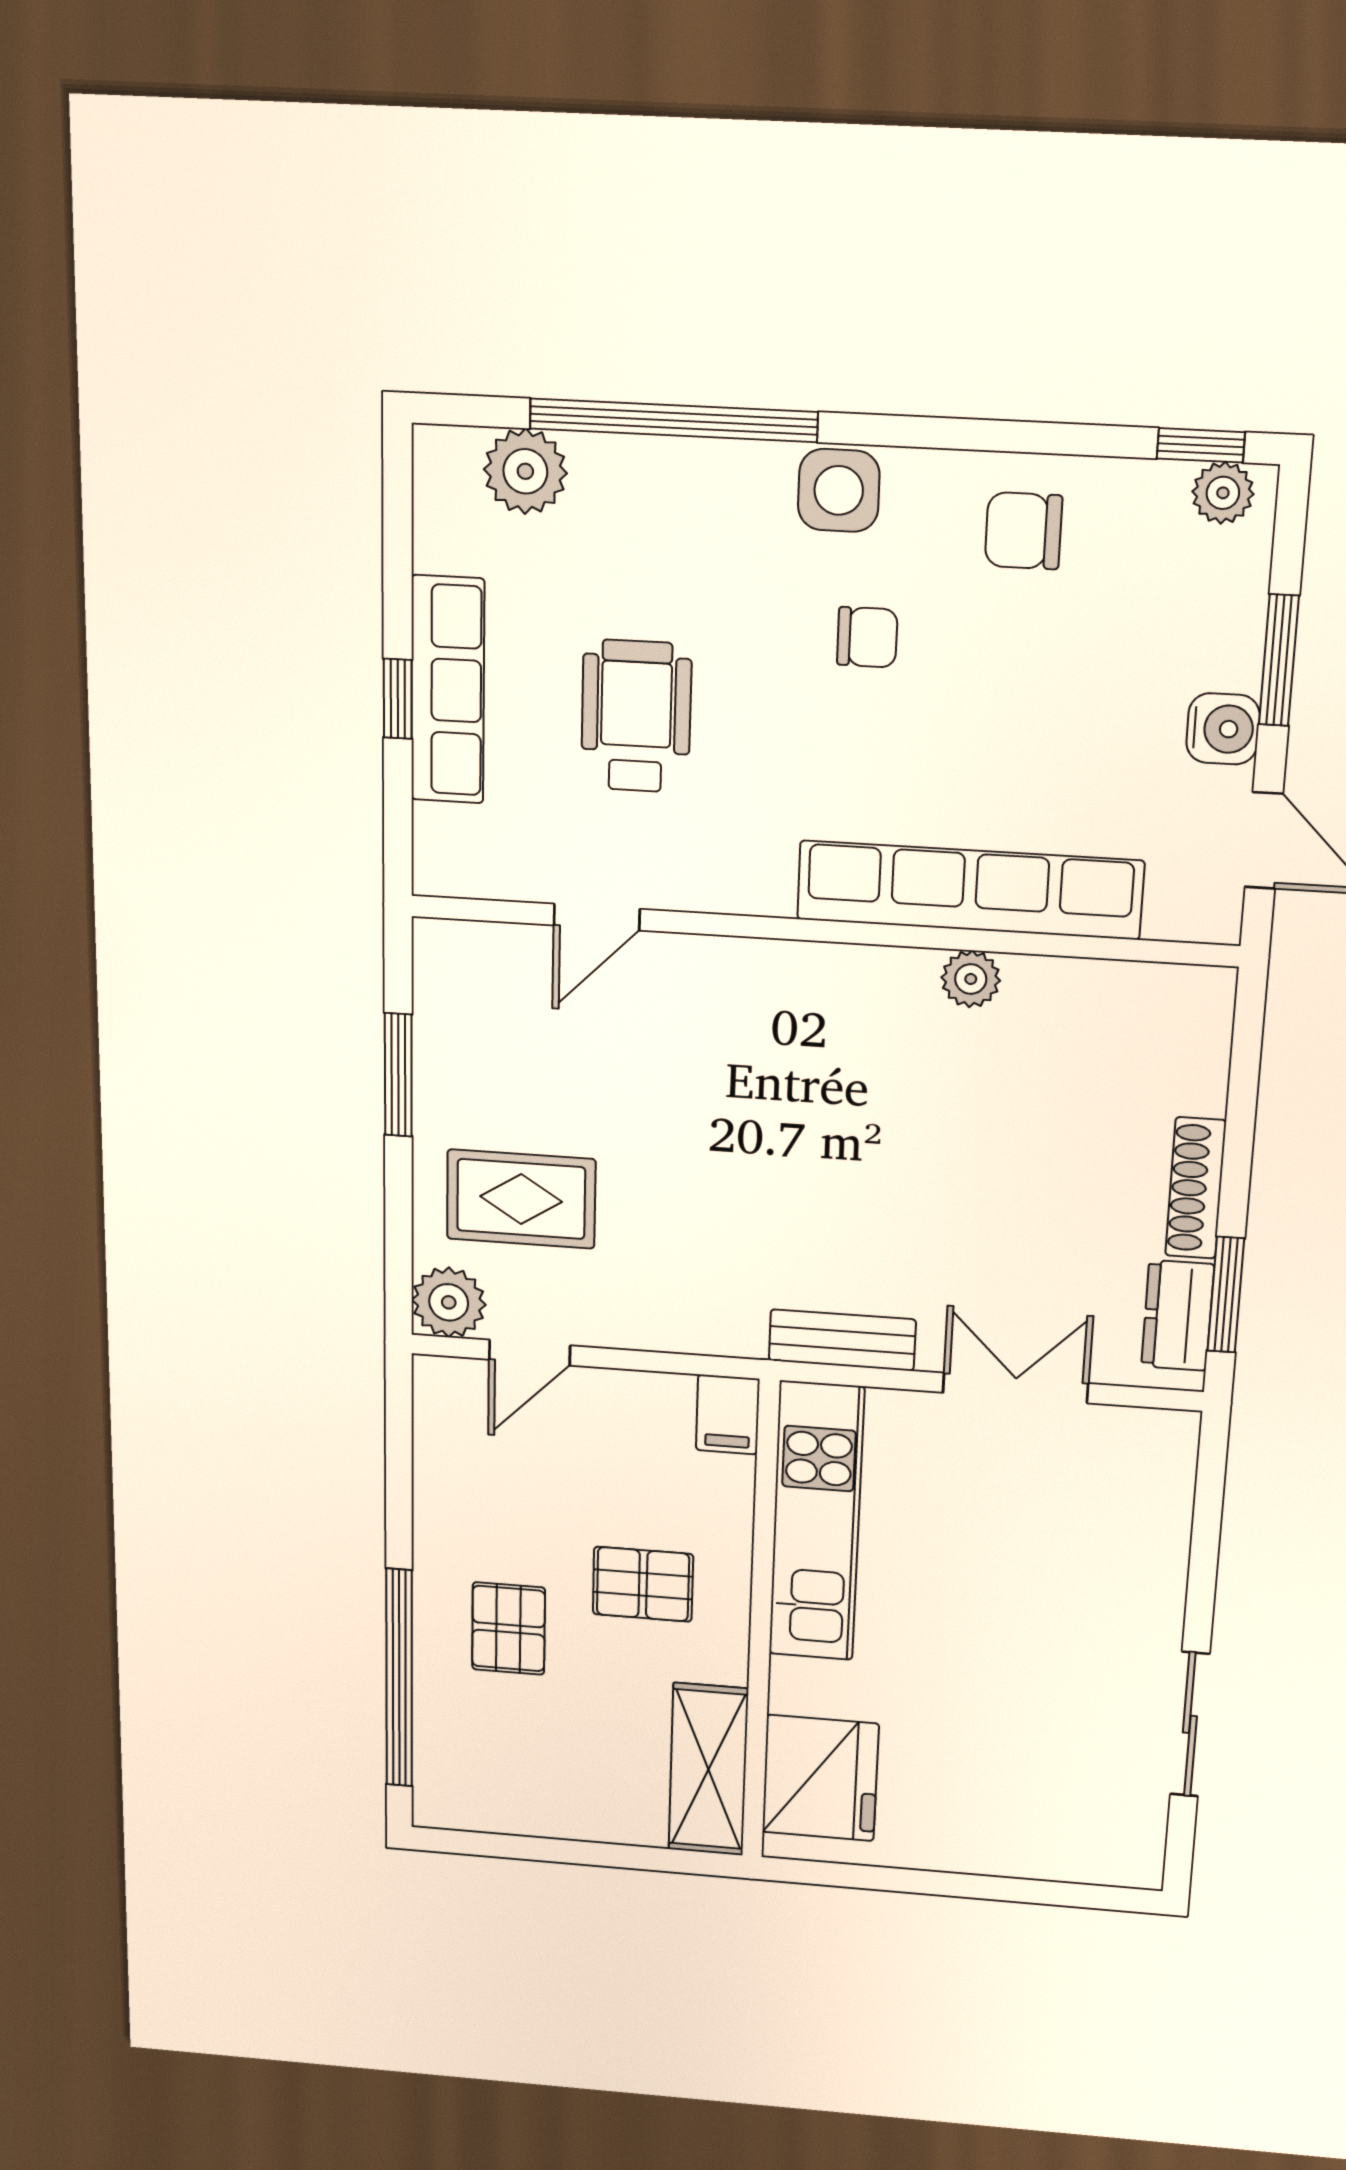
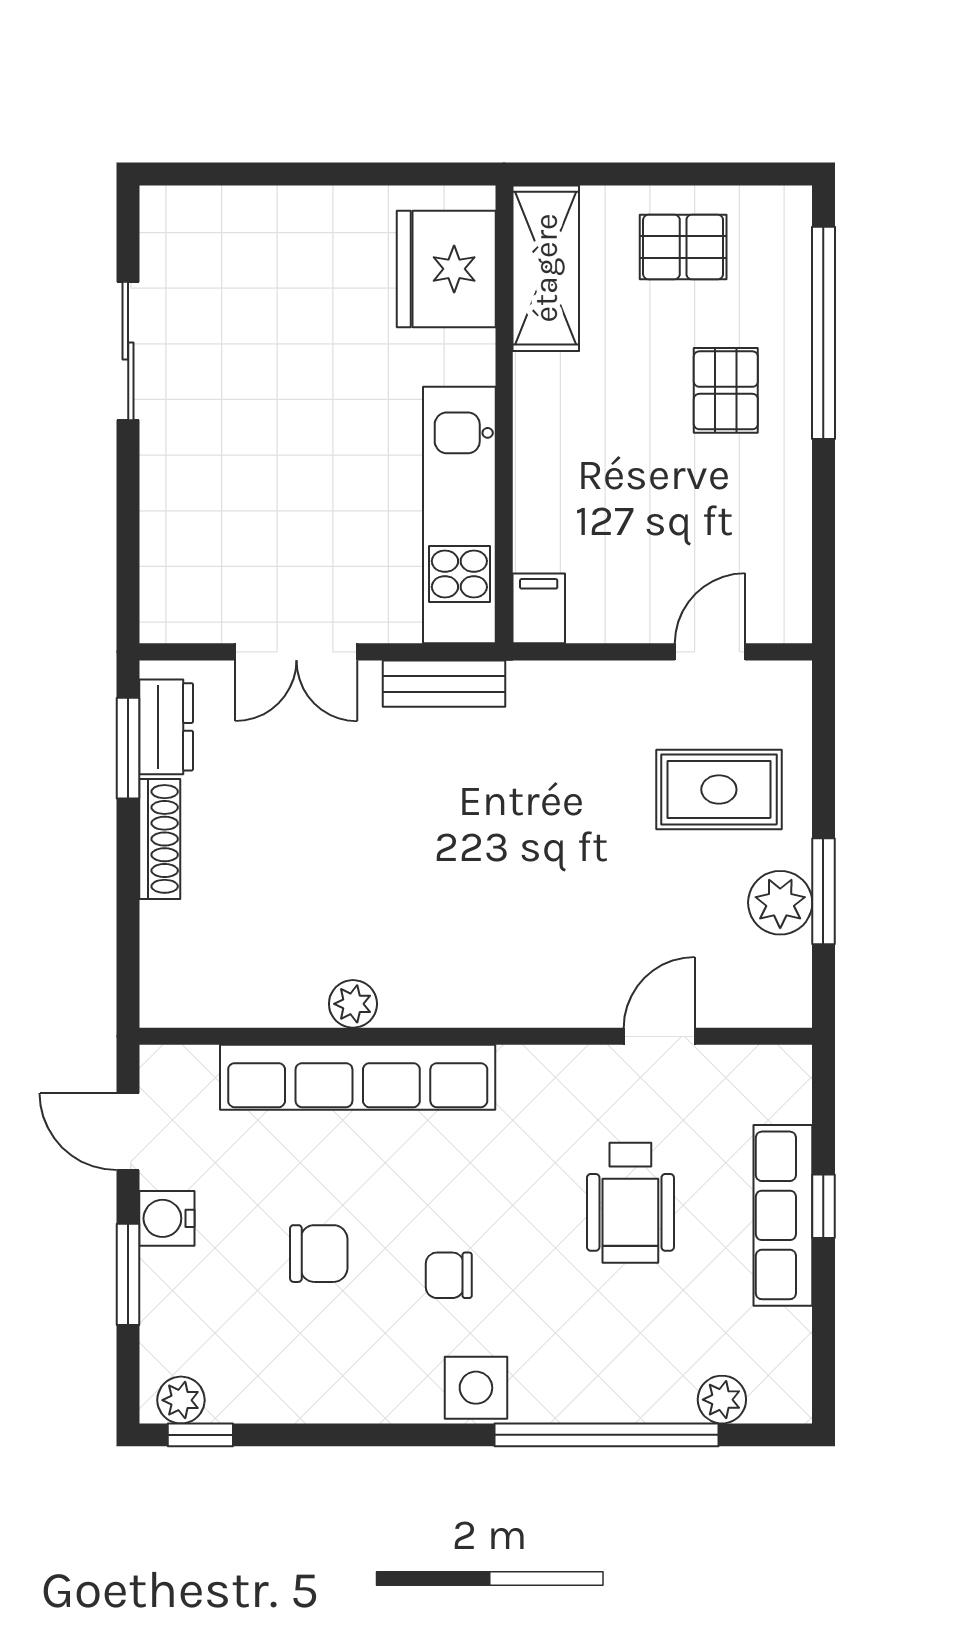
plant: (525, 471) -> (722, 1400), width x0.73, depth x0.73
chair: (1024, 531) -> (319, 1254), moved
plant: (449, 1302) -> (780, 903), moved
pallet: (643, 1584) -> (683, 247), moved

